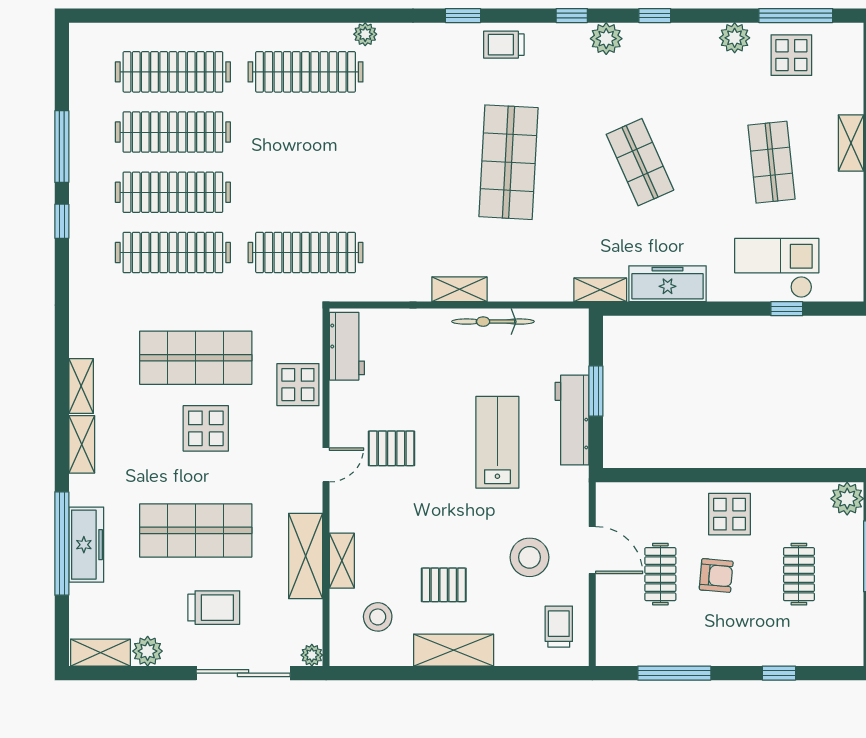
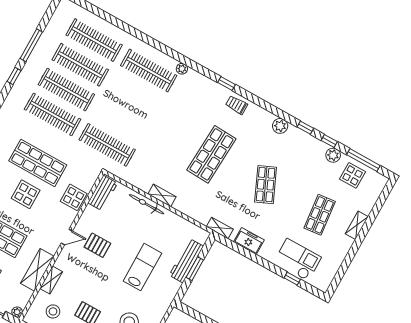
window: (572, 16) -> (329, 141), moved
freezer: (668, 284) -> (249, 241), width x0.71
bicycle: (493, 322) -> (146, 204), moved
workbench: (572, 420) -> (186, 261), moved

